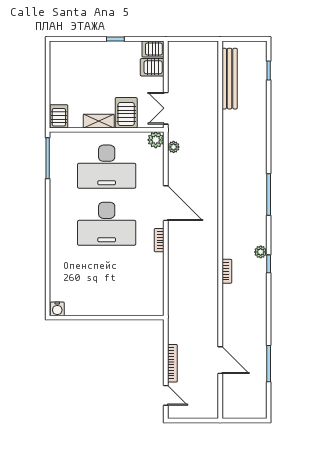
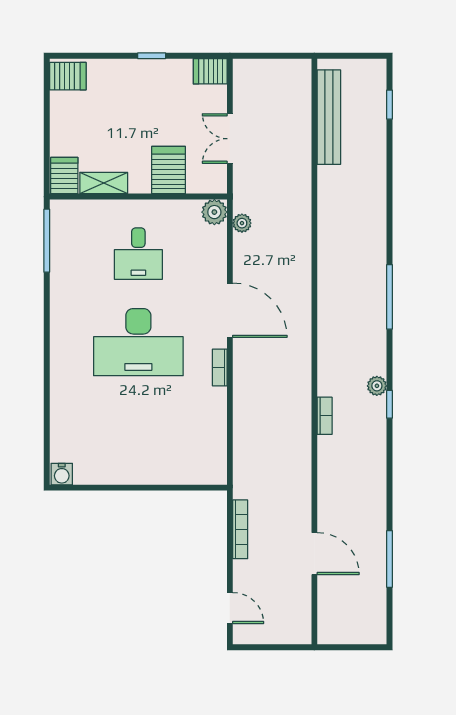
server rack: (152, 67) -> (68, 76), moved, turned 180
double door: (166, 108) -> (230, 139), moved
shelving: (99, 121) -> (104, 183), moved
desk: (107, 167) -> (138, 254), width x0.53, depth x0.77
bookcase: (172, 363) -> (240, 529), moved

